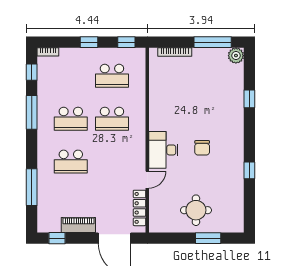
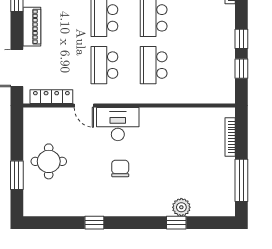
window: (126, 42) -> (241, 69), moved
plant: (236, 56) -> (181, 207), moved
school desk: (112, 76) -> (104, 65), moved
chair: (202, 148) -> (120, 168), turned 90

